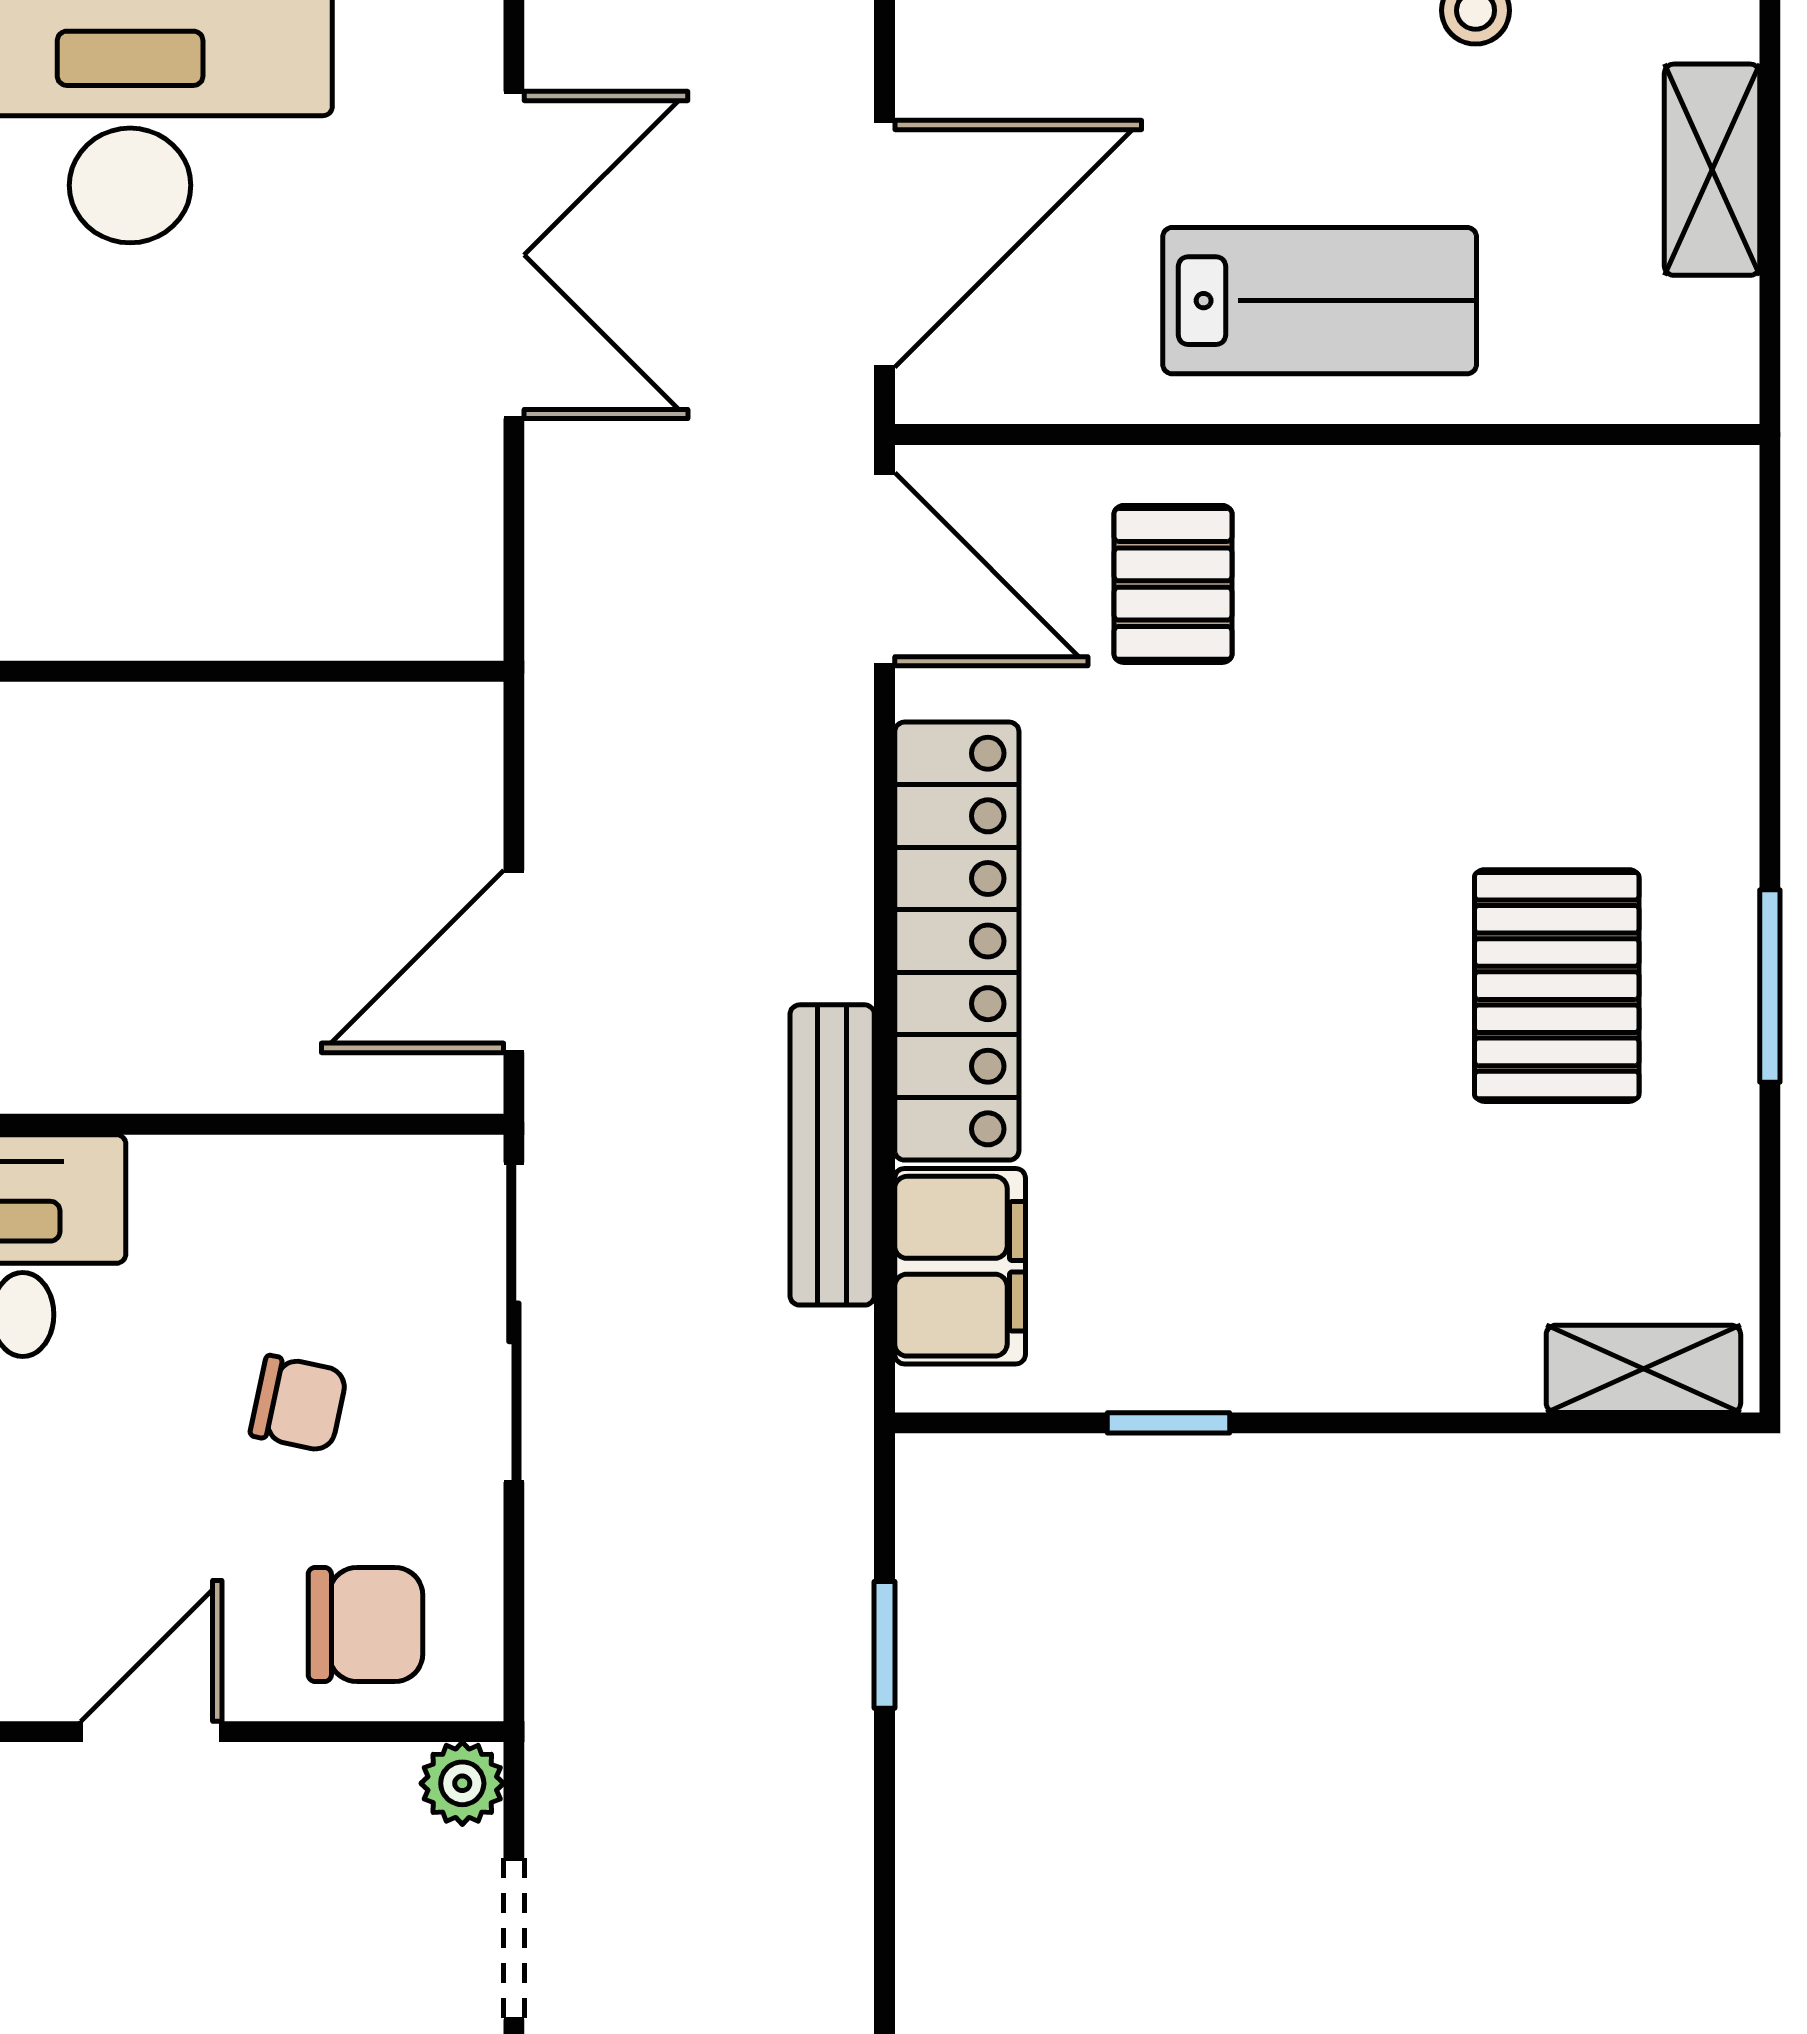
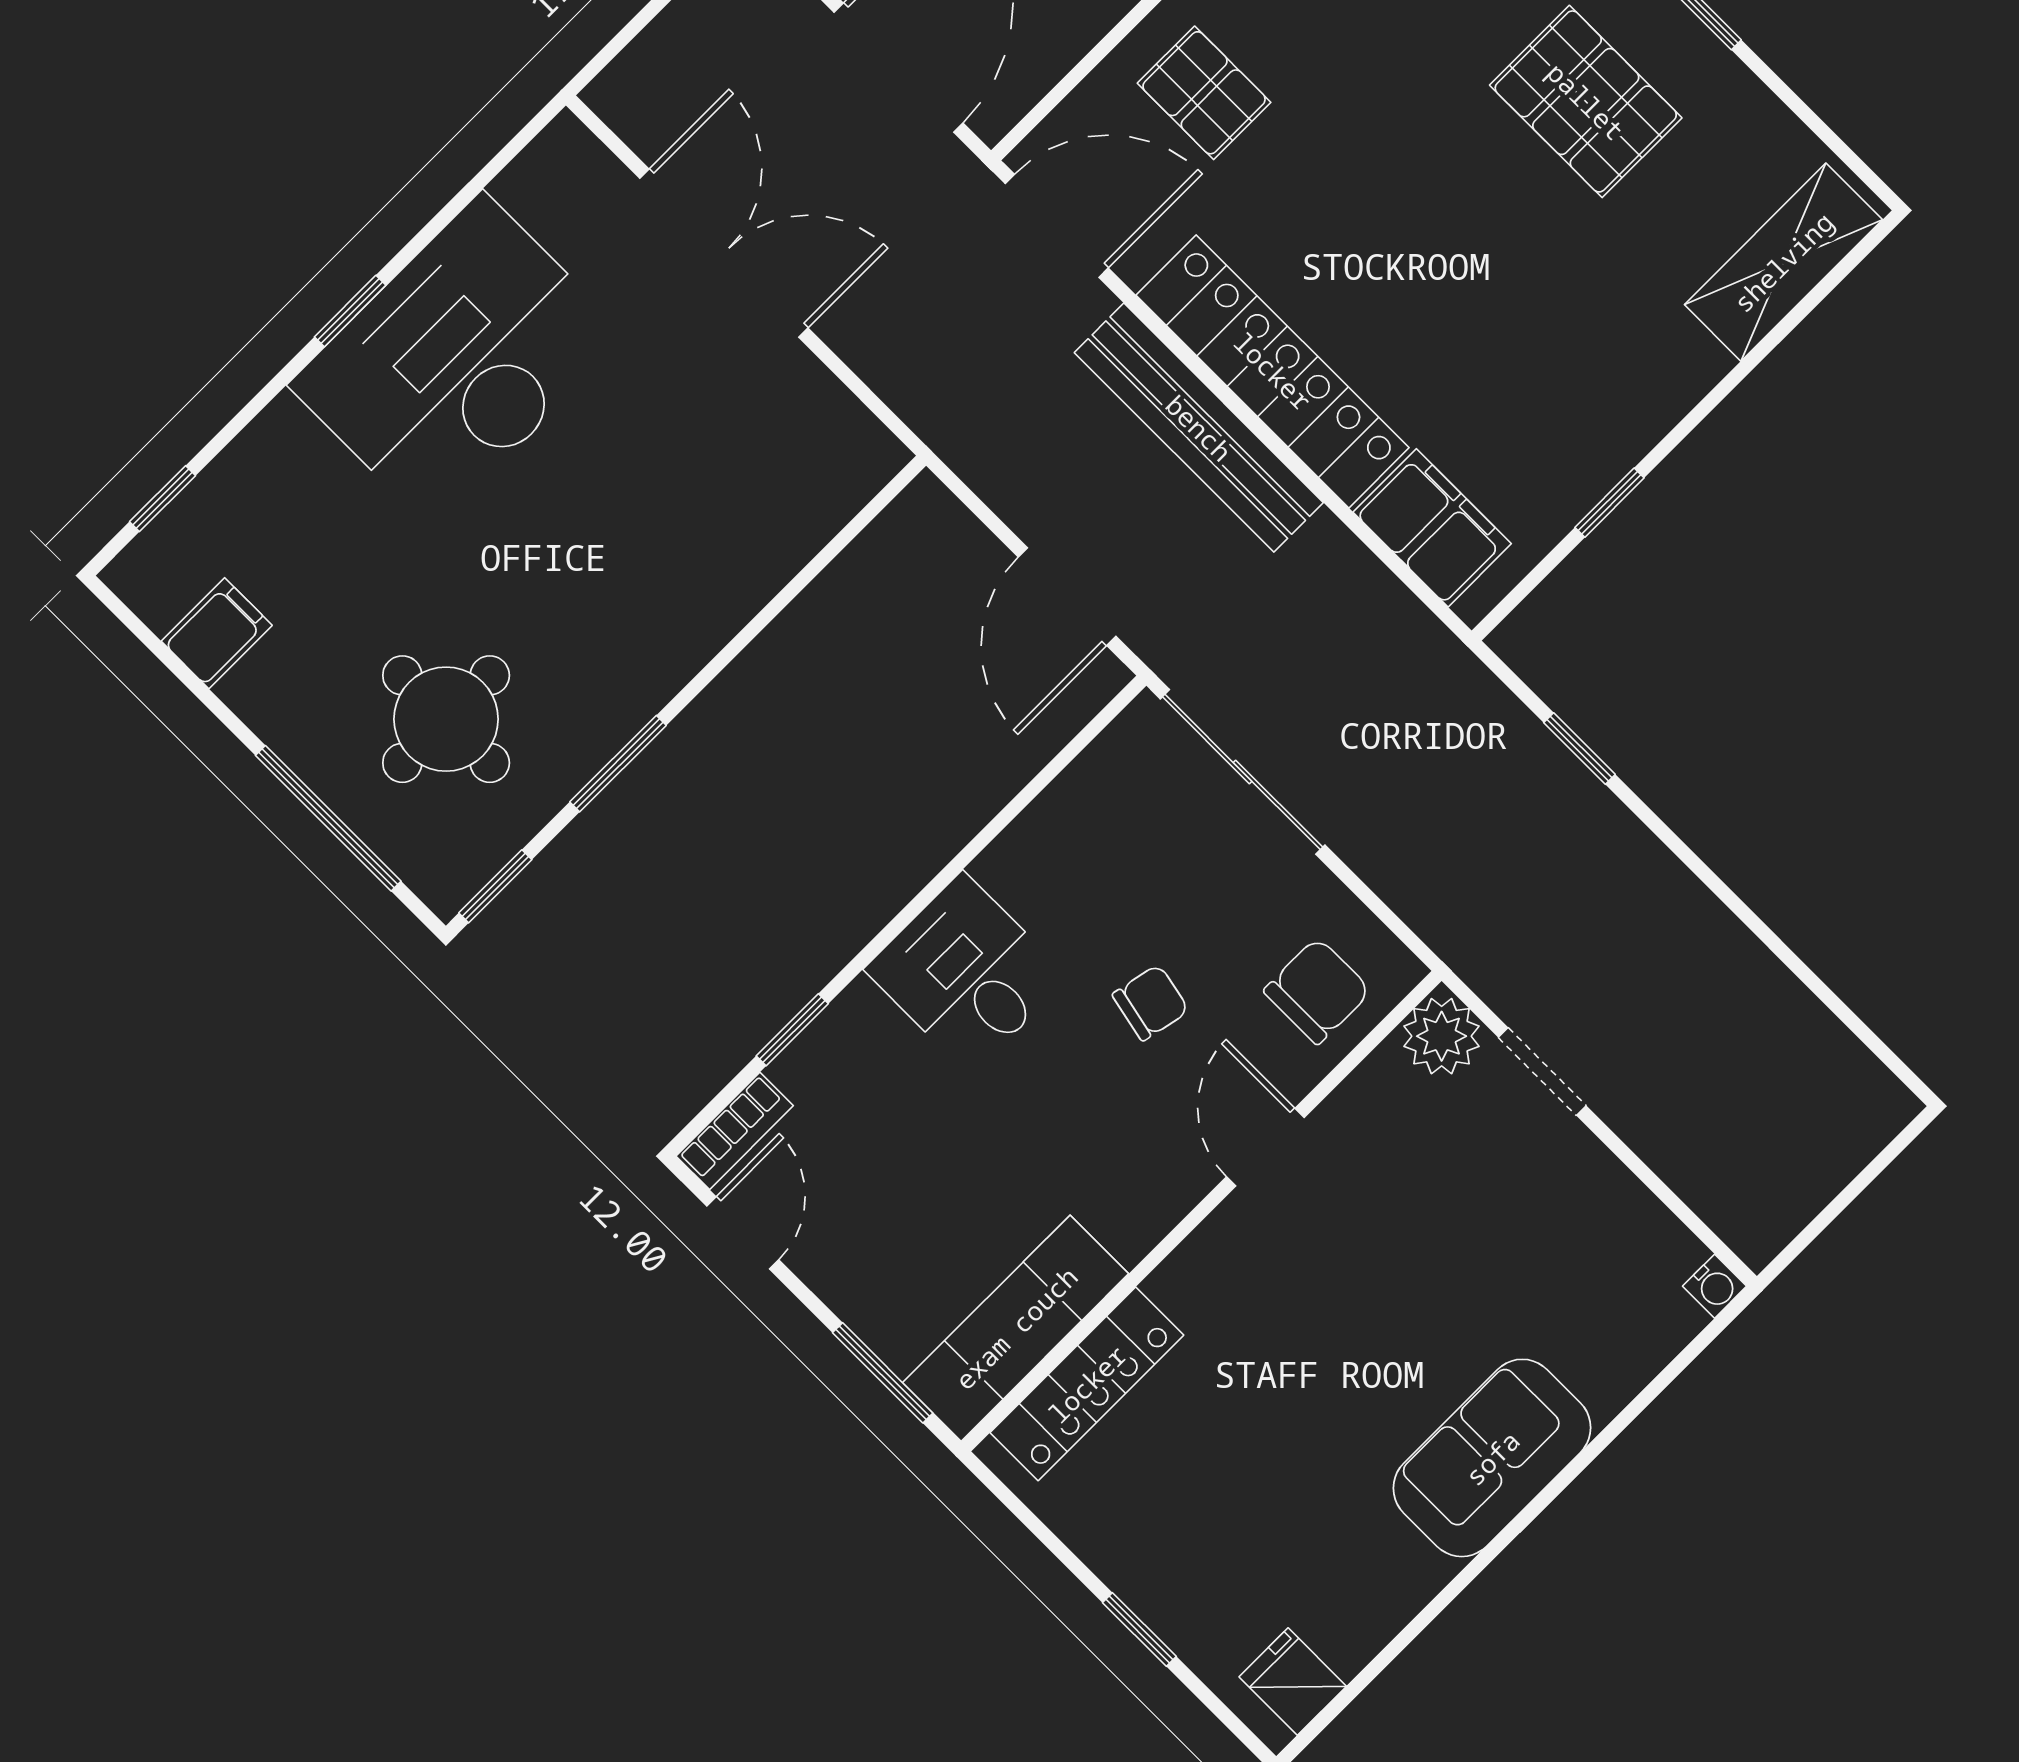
bench: (832, 1155) -> (1199, 428), moved, width x1.37, depth x1.21
shelving: (1643, 1369) -> (1783, 262), width x1.50, depth x1.33
chair: (299, 1404) -> (1151, 1003), moved
plant: (462, 1783) -> (1442, 1036), width x1.38, depth x1.38

